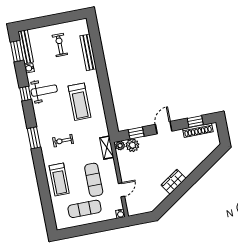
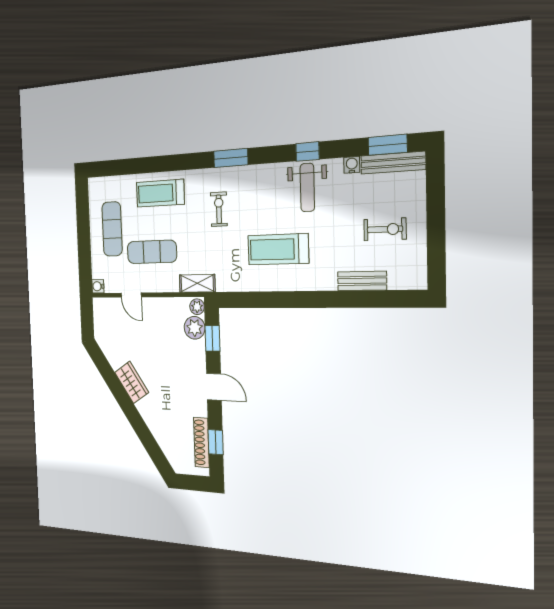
bench: (88, 52) -> (362, 281), width x0.73

